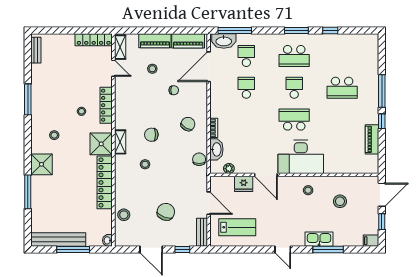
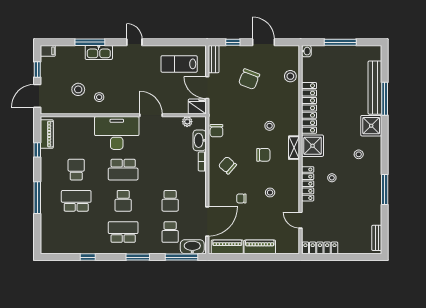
window: (296, 31) -> (138, 257), moved
shelving: (120, 47) -> (294, 241), removed
stool: (152, 69) -> (270, 192), moved
school desk: (342, 120) -> (76, 170), added
window: (382, 121) -> (37, 150), moved
chair: (188, 124) -> (227, 165), turned 101
piano: (372, 139) -> (47, 134), moved
fridge: (244, 184) -> (197, 106), moved
stool: (308, 190) -> (99, 97), moved
bench: (58, 239) -> (375, 88), moved, turned 90

